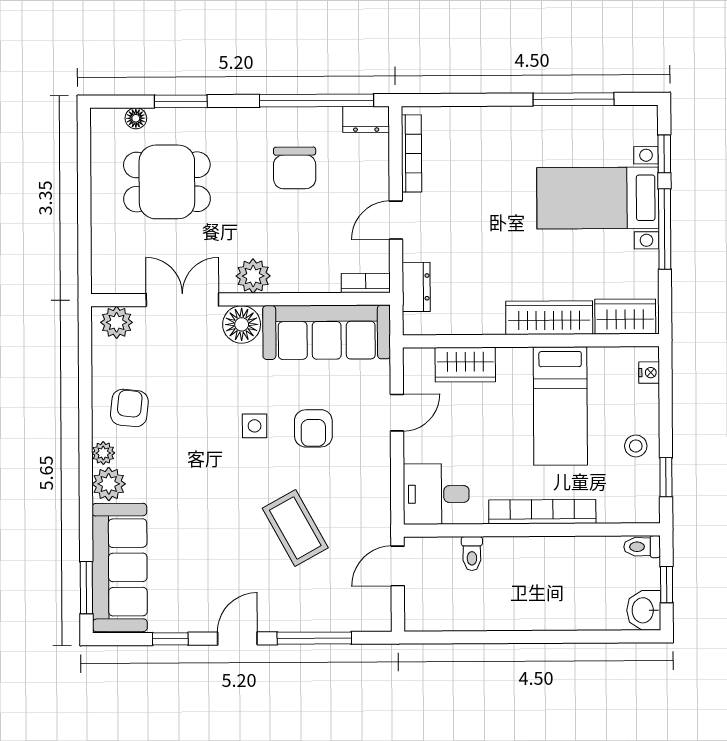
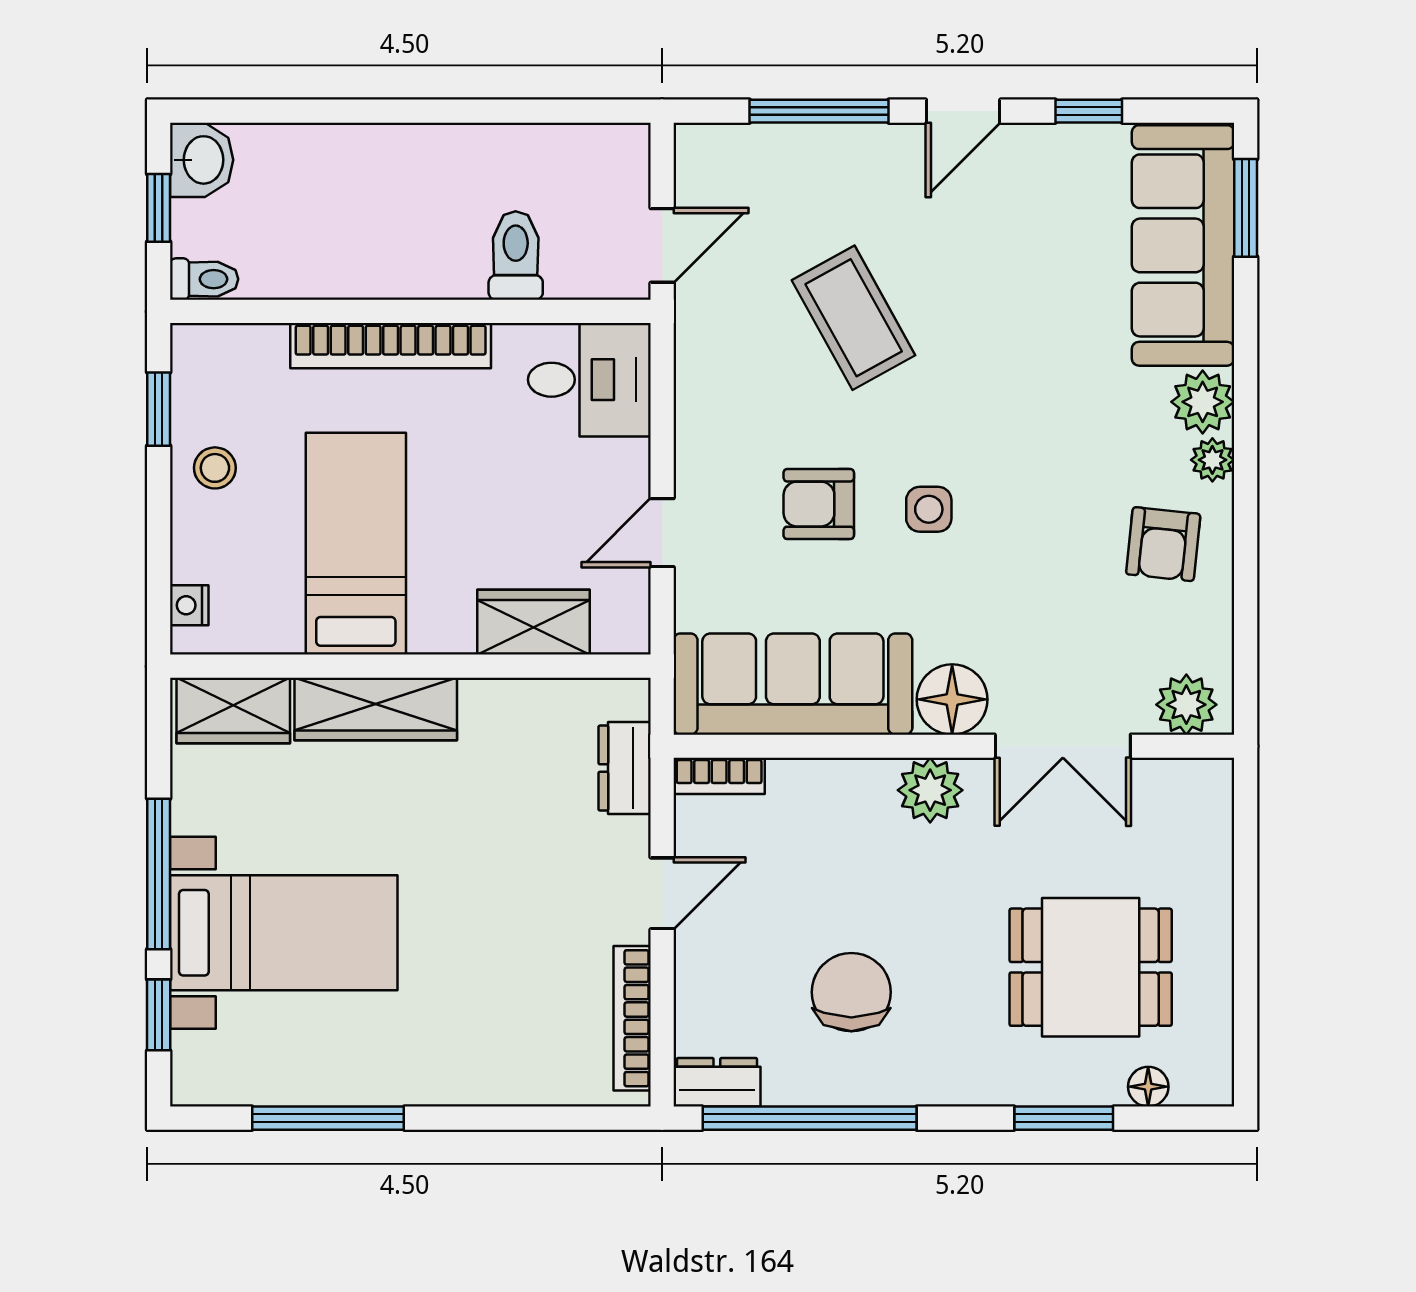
armchair: (313, 428) -> (819, 504), turned -90
toilet: (472, 554) -> (516, 256), width x1.37, depth x1.39

